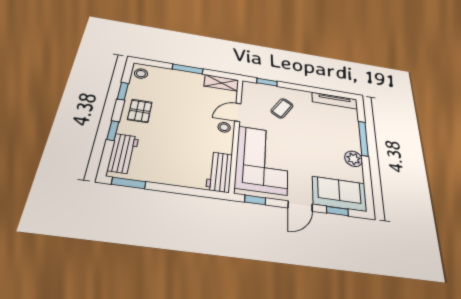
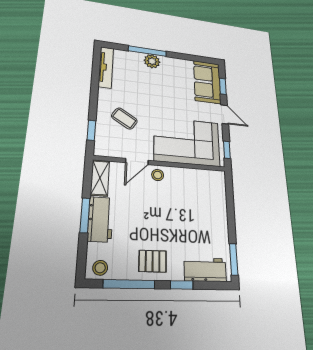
window: (123, 91) -> (129, 284), width x2.17
door: (238, 112) -> (137, 161), hinge flipped
plant: (354, 159) -> (152, 61), moved
workbench: (219, 172) -> (100, 219), moved, turned -90

